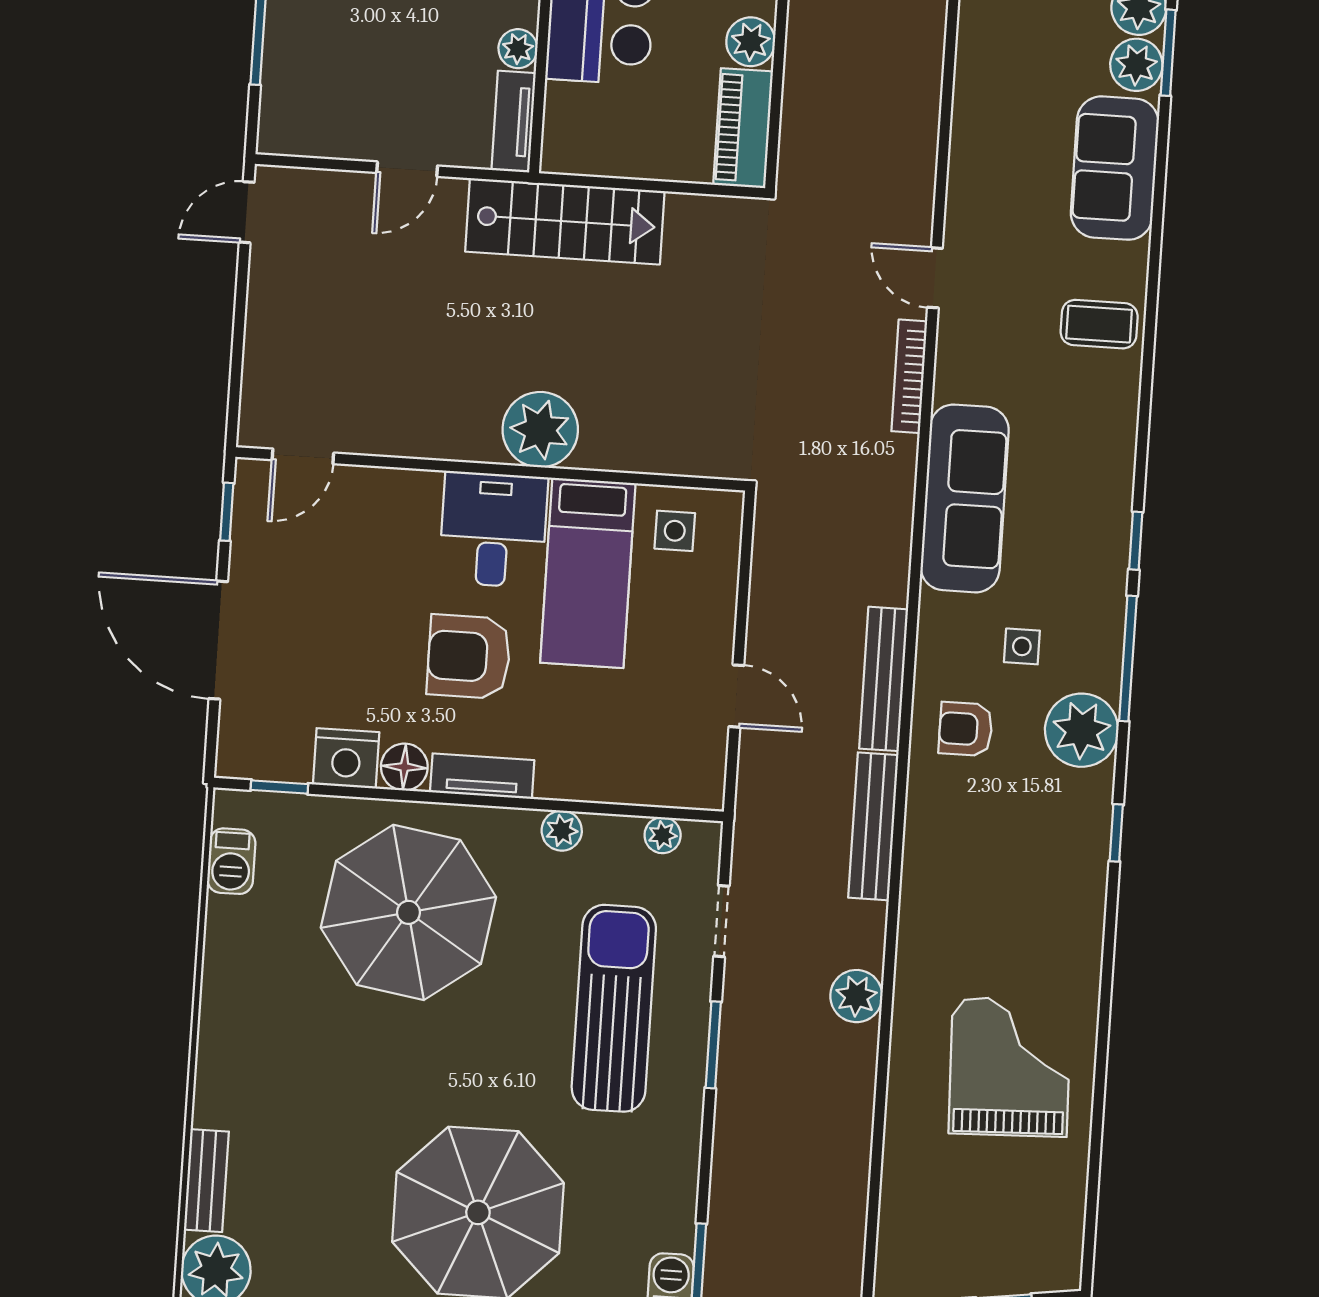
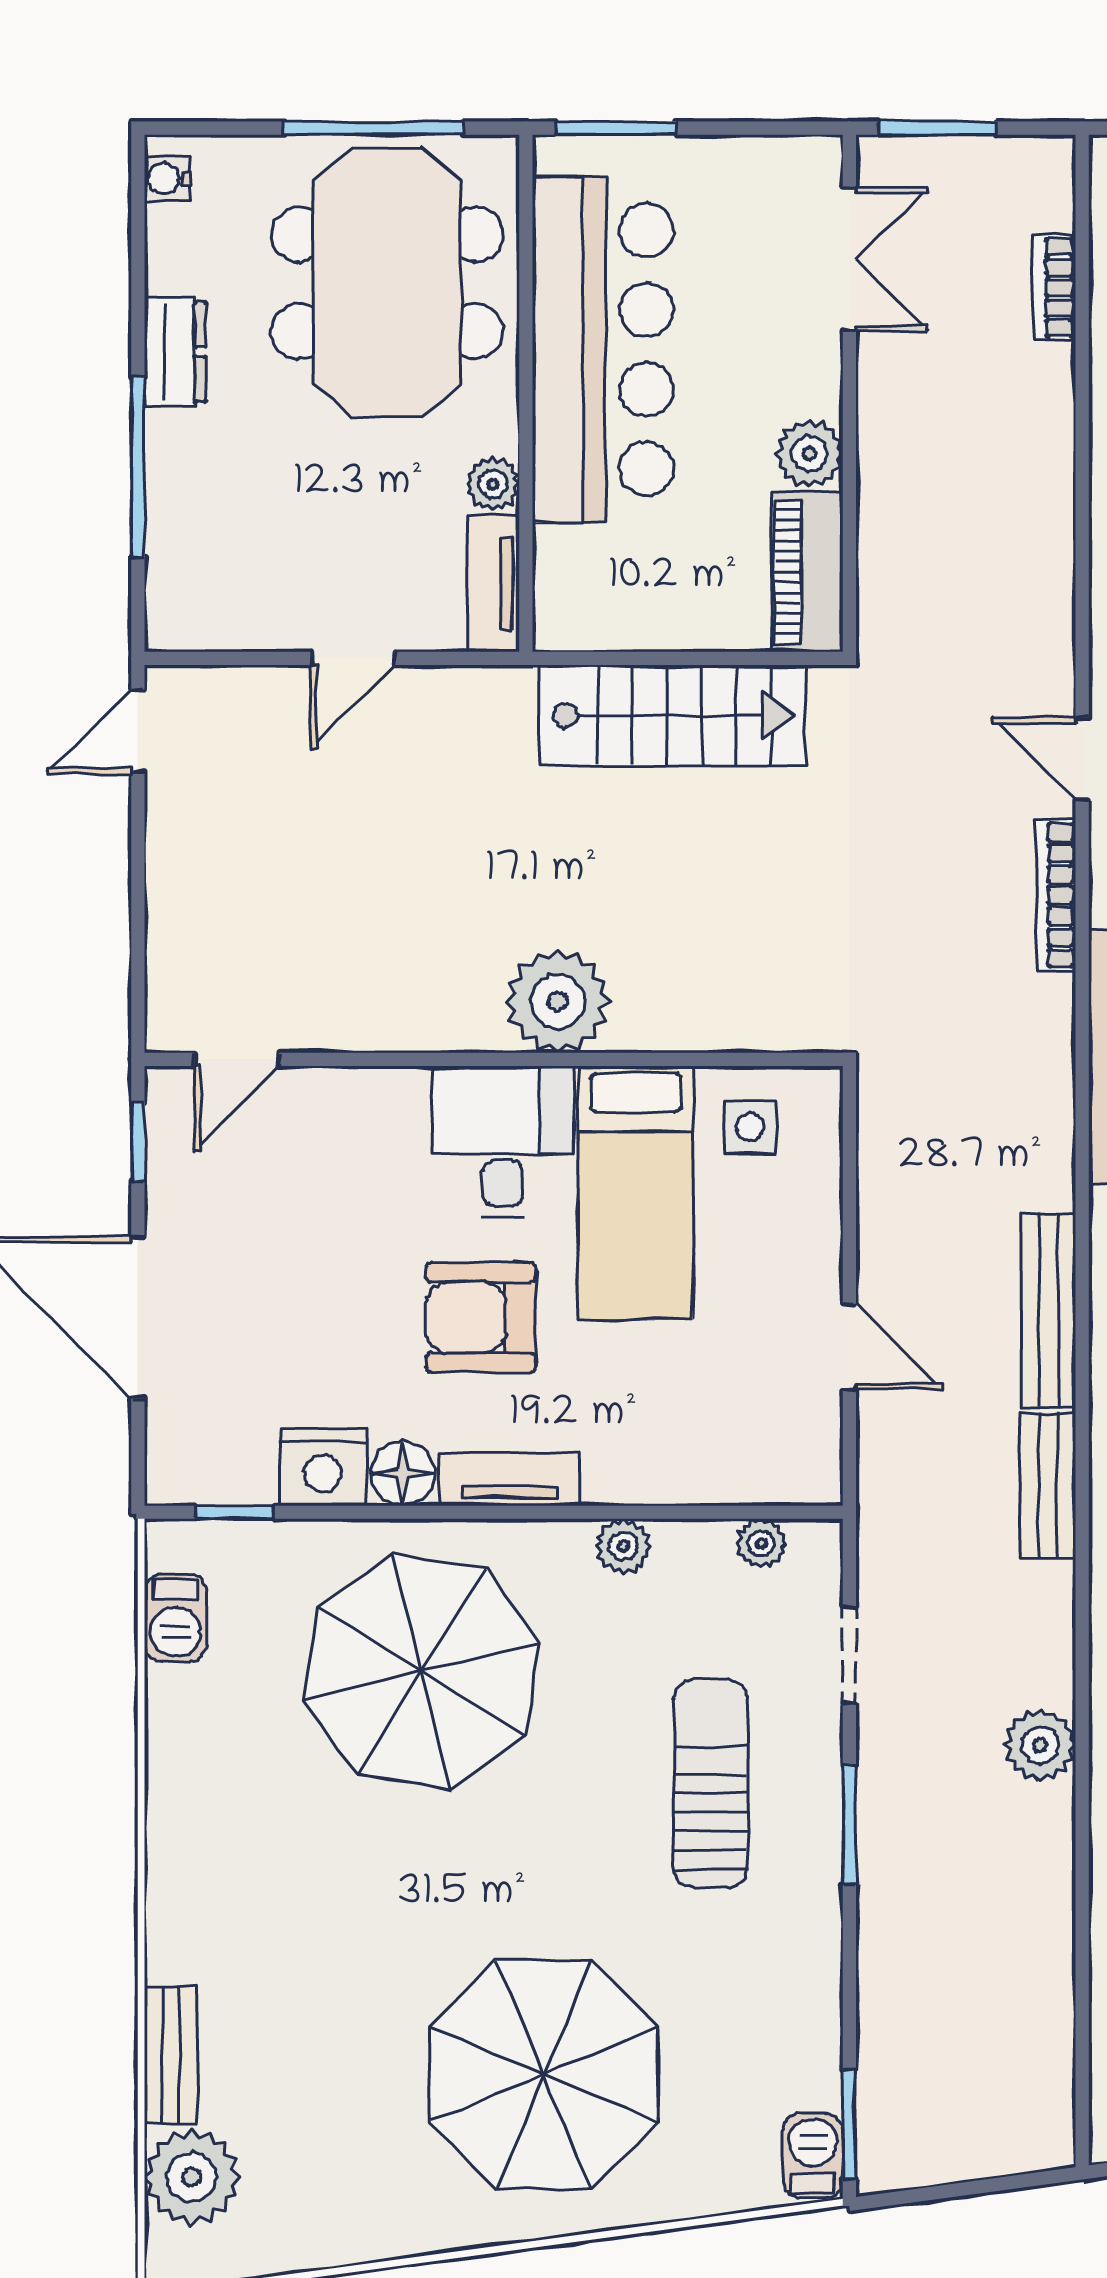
stairs: (565, 221) -> (672, 715), moved
bench: (873, 826) -> (1048, 1486), width x0.73
sun lounger: (614, 1008) -> (711, 1784), width x0.73, depth x0.75

